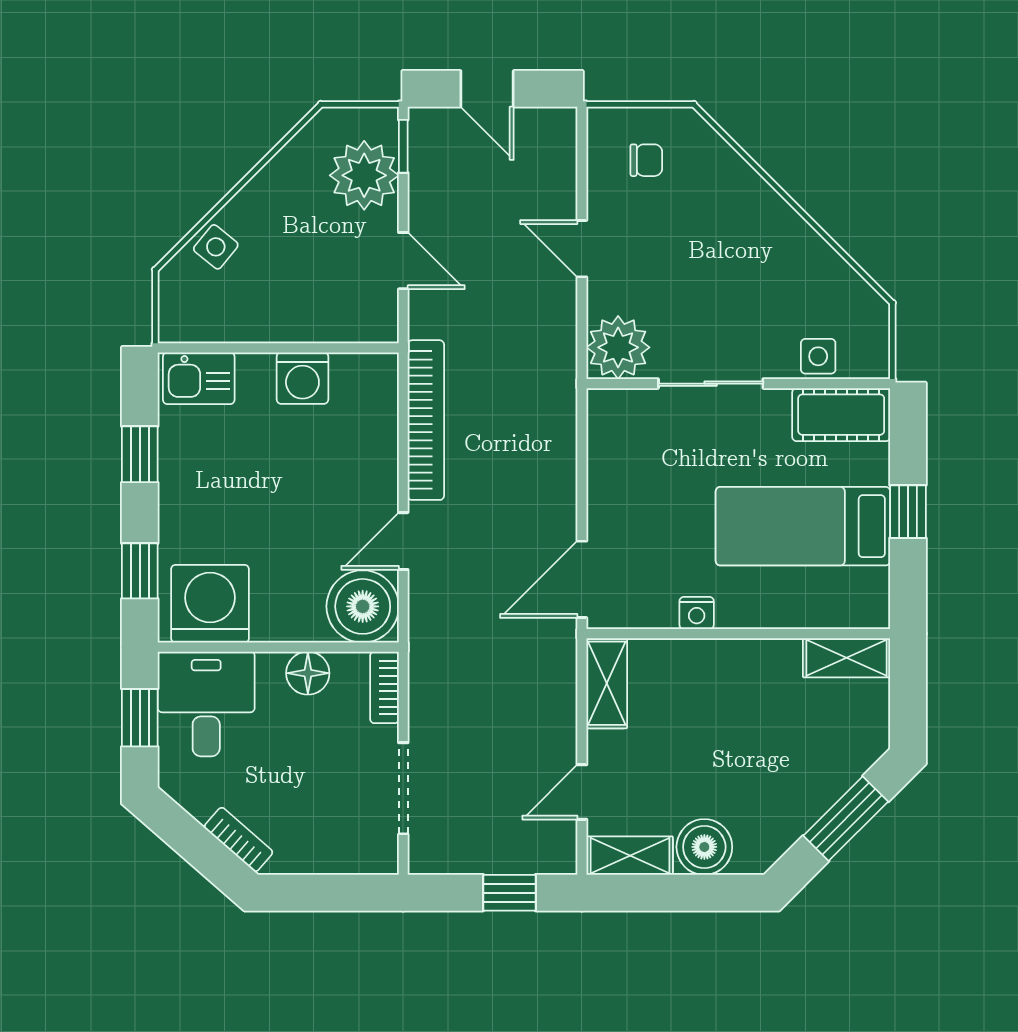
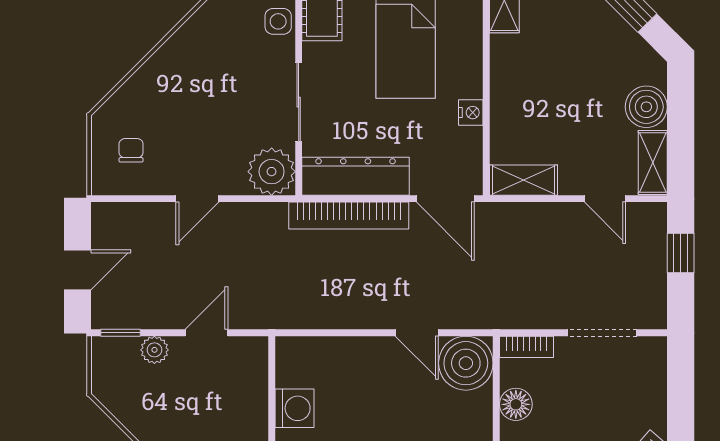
plant: (364, 175) -> (154, 350), width x0.53, depth x0.53
bookcase: (426, 420) -> (349, 216), moved, turned 180
dresser: (612, 459) -> (356, 176), added

